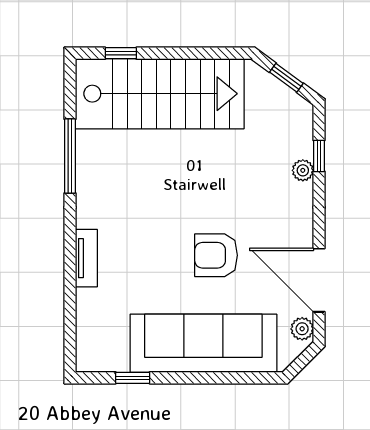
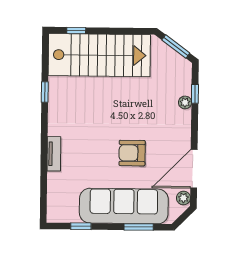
window: (286, 78) -> (176, 46), width x1.50
window: (70, 156) -> (45, 92), width x0.46
door: (319, 280) -> (194, 169), hinge flipped
window: (228, 378) -> (139, 227), added

